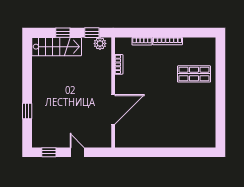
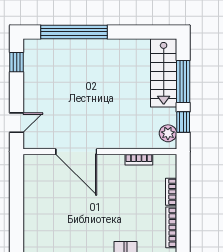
window: (63, 33) -> (183, 82), width x2.17
window: (27, 111) -> (74, 32), width x3.17
door: (77, 152) -> (17, 123), moved

